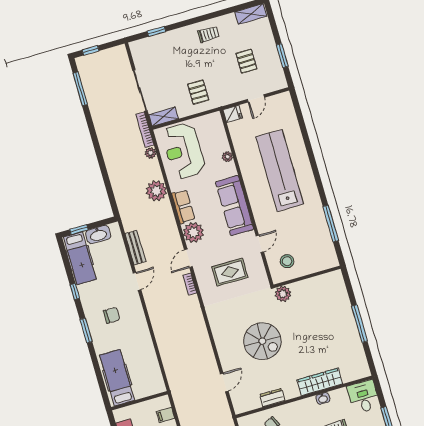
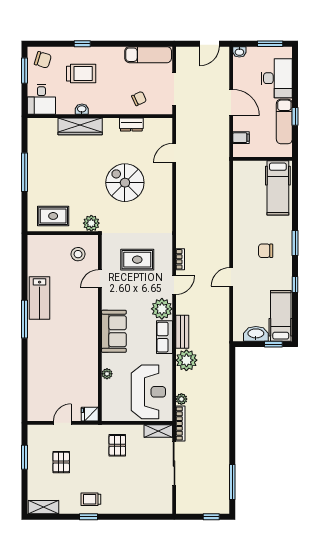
window: (156, 31) -> (89, 517), moved
lab bench: (280, 170) -> (40, 298), moved, width x0.54, depth x0.72
sofa: (235, 206) -> (114, 331), width x0.73
window: (331, 223) -> (25, 319), moved
bench: (135, 248) -> (182, 332), moved
rug: (321, 290) -> (53, 216), added

